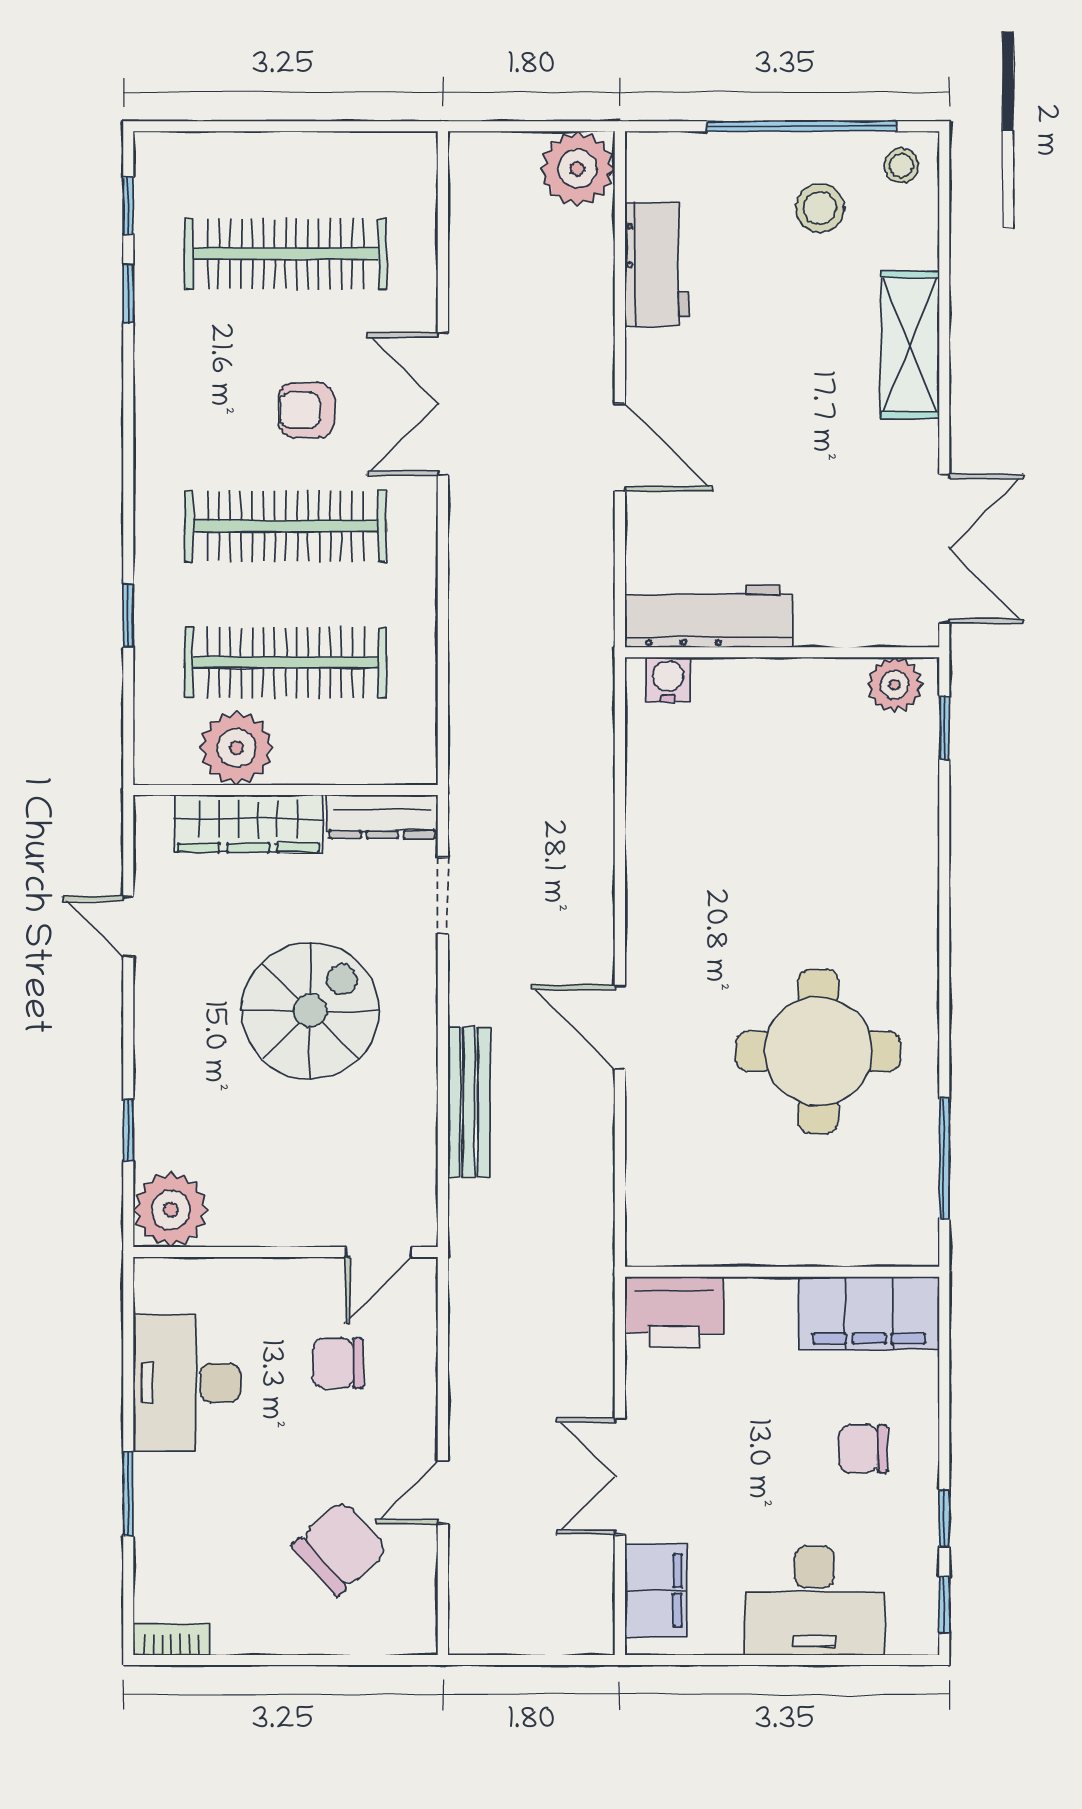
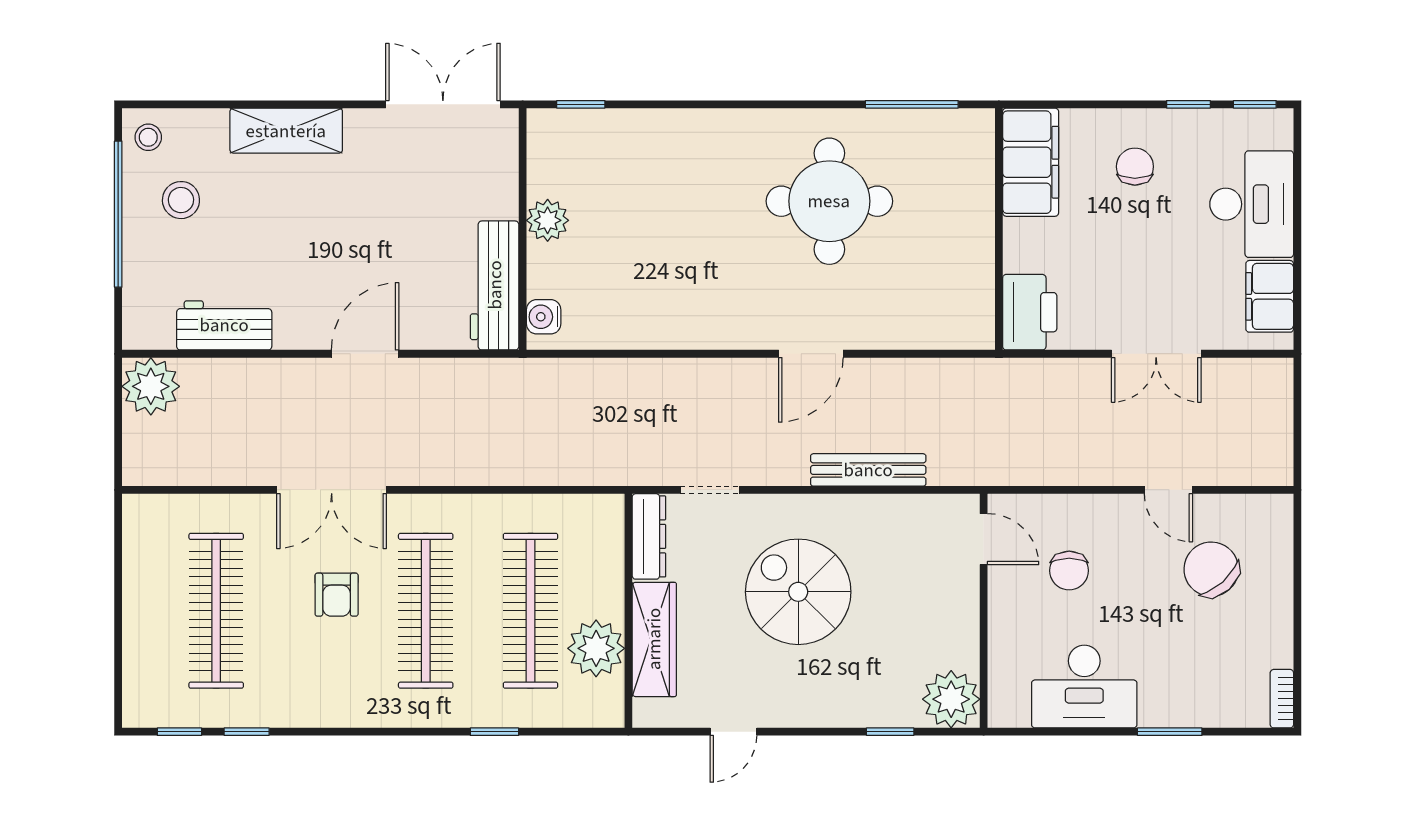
plant: (895, 685) -> (548, 220), moved
chair: (863, 1449) -> (1135, 167), turned 180
filing cabinet: (656, 1590) -> (1270, 296), moved, turned -90

